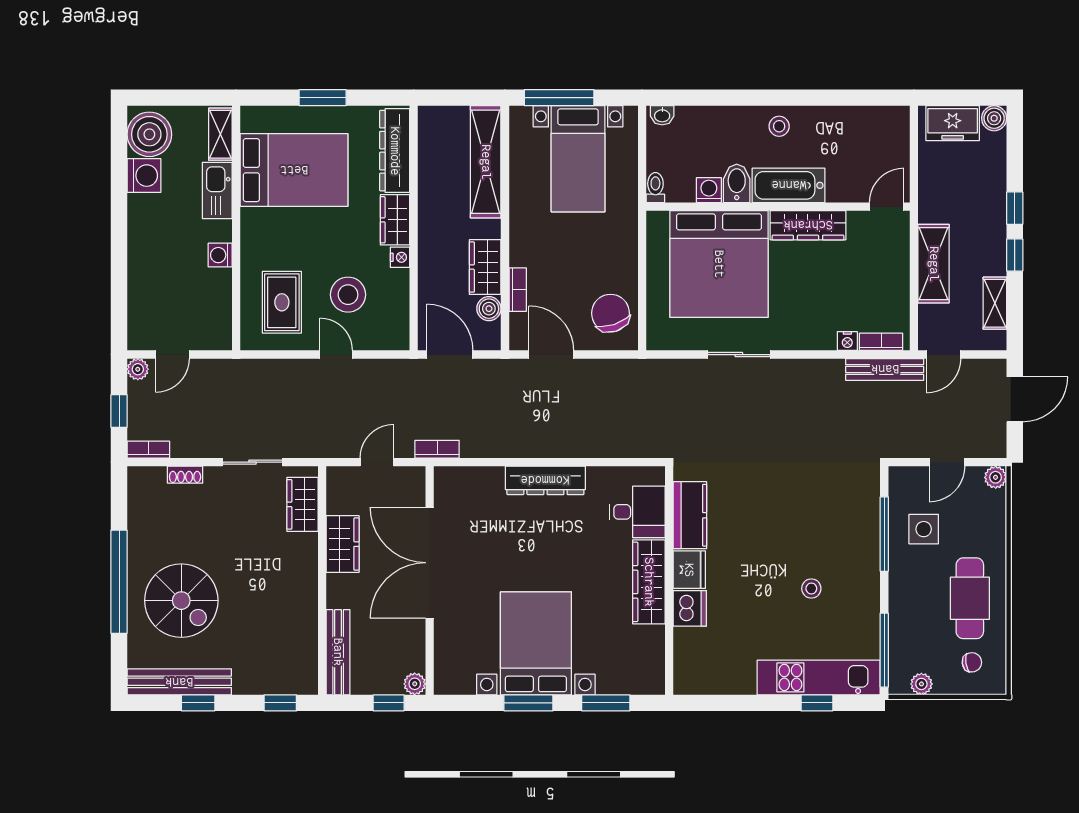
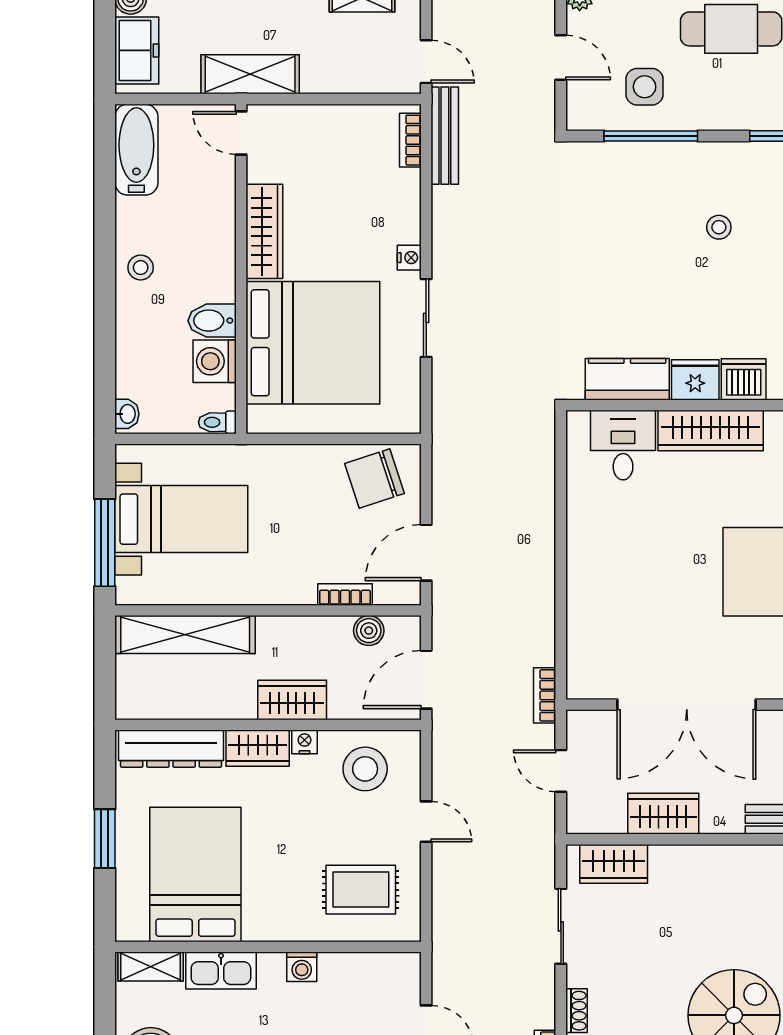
bathtub: (789, 185) -> (136, 150), moved, turned 180
washing machine: (709, 190) -> (215, 361), width x1.38, depth x1.38
shelving: (934, 264) -> (250, 74), moved
wardrobe: (485, 267) -> (292, 700), moved, turned 180
stool: (348, 295) -> (365, 769), moved
nightstand: (847, 341) -> (409, 258), moved
door: (336, 355) -> (426, 822), swing flipped
dresser: (545, 480) -> (584, 560), removed

